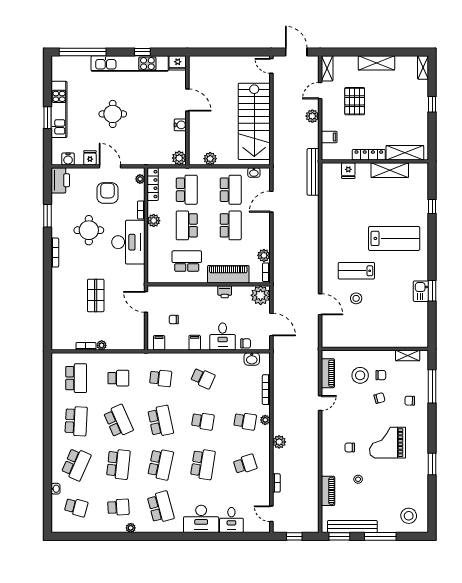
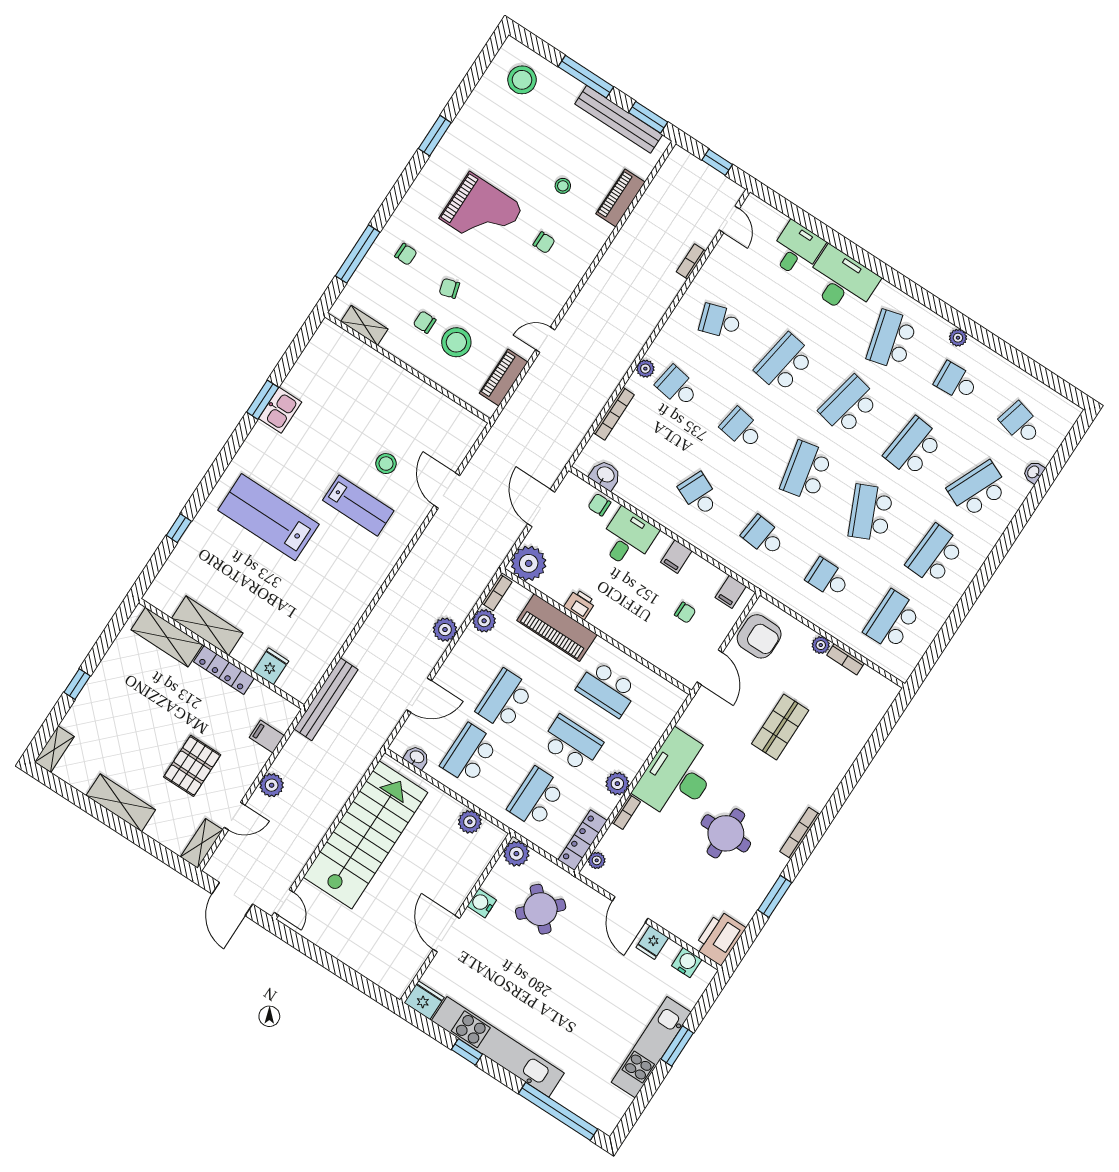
round table: (113, 114) -> (541, 909), moved, turned 45
armchair: (107, 193) -> (759, 636), moved, turned -90
school desk: (187, 225) -> (572, 743), turned -90
plant: (279, 442) -> (445, 630), moved

